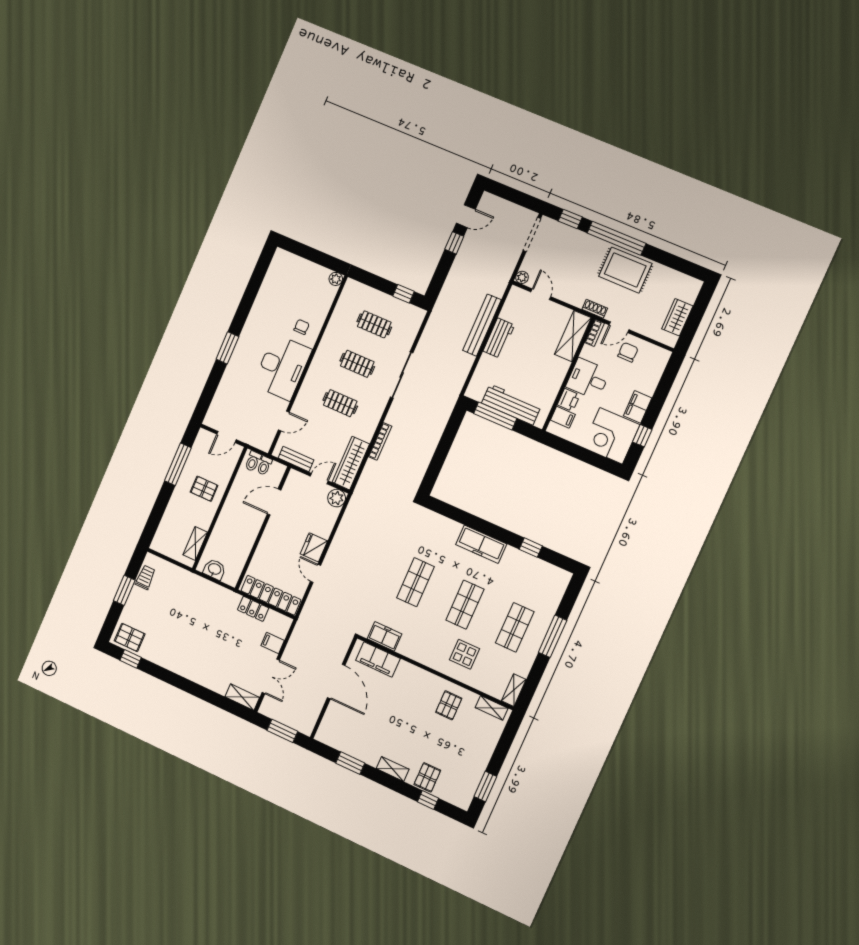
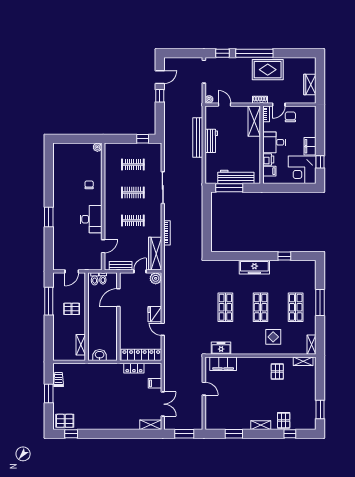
desk: (282, 367) -> (91, 219), width x0.73, depth x0.77
door: (336, 682) -> (204, 389), width x0.53

